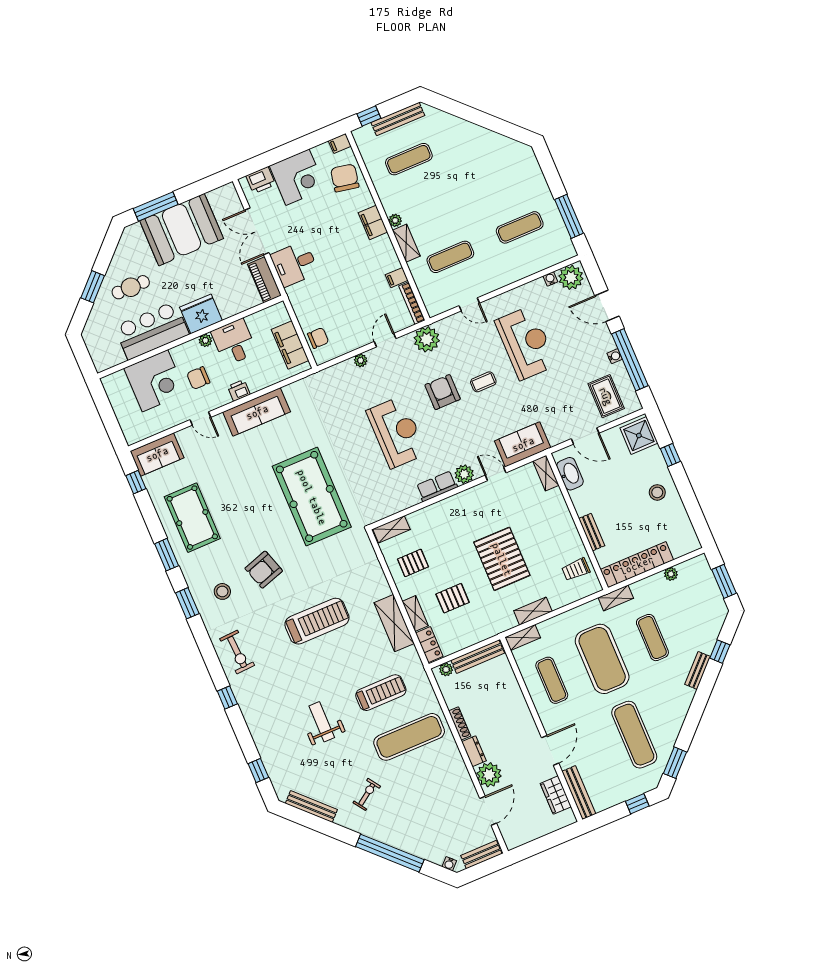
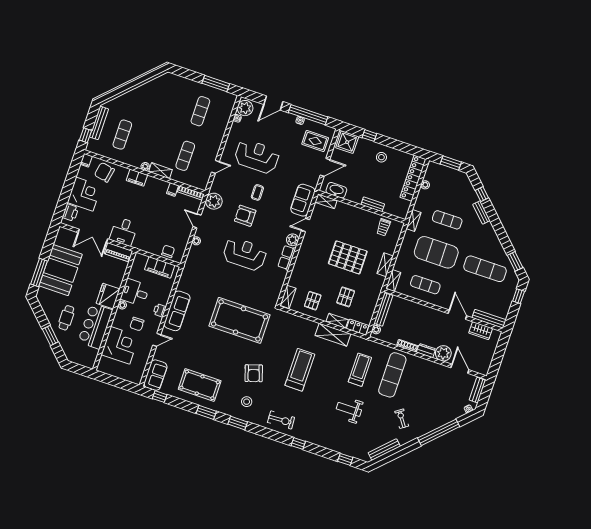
locker: (637, 565) -> (413, 178), moved

